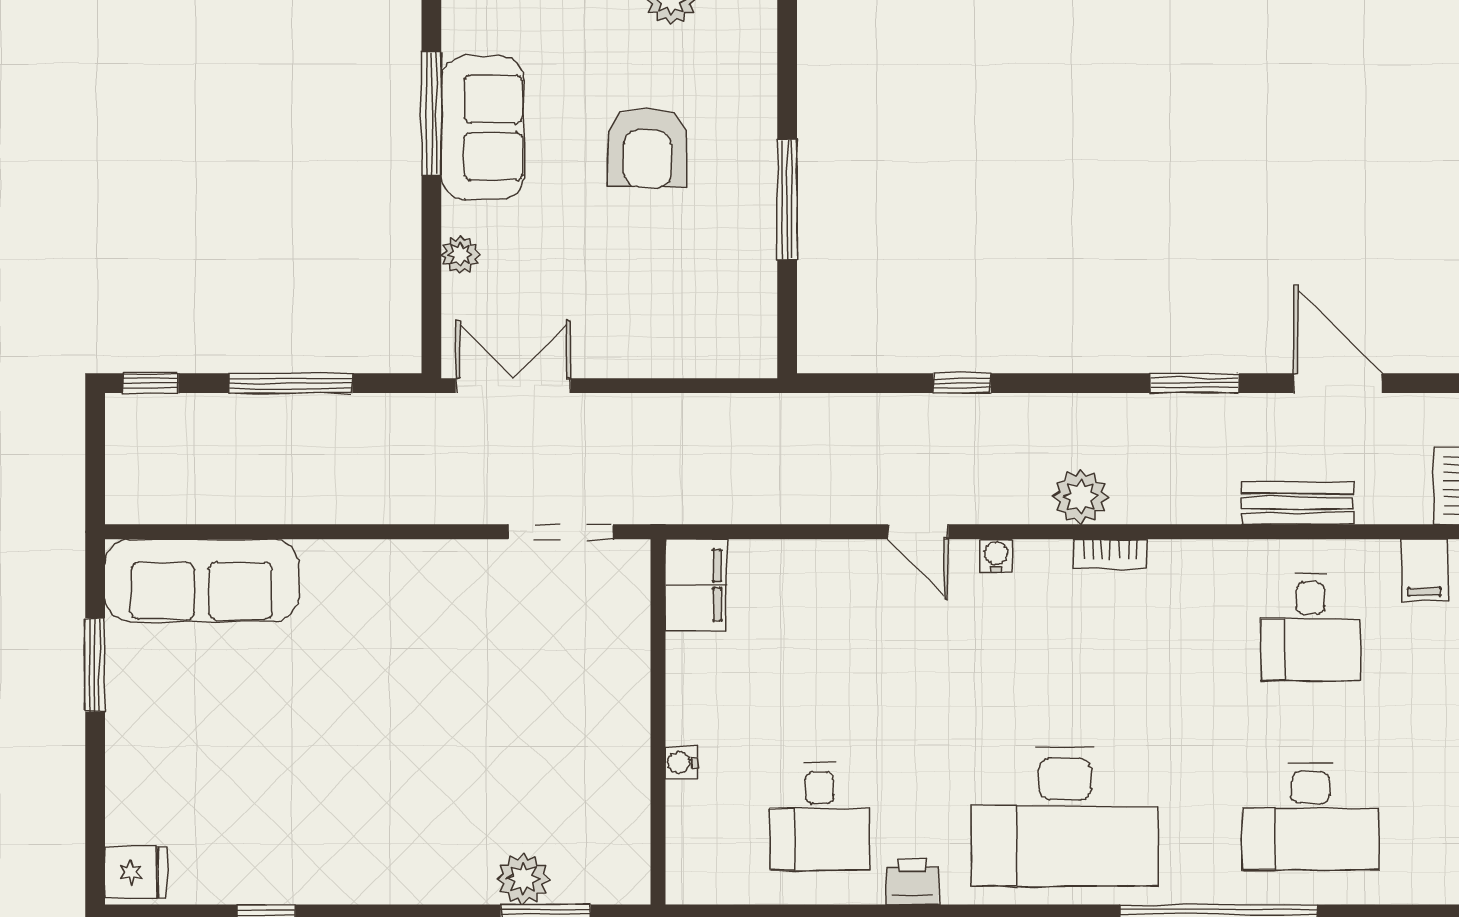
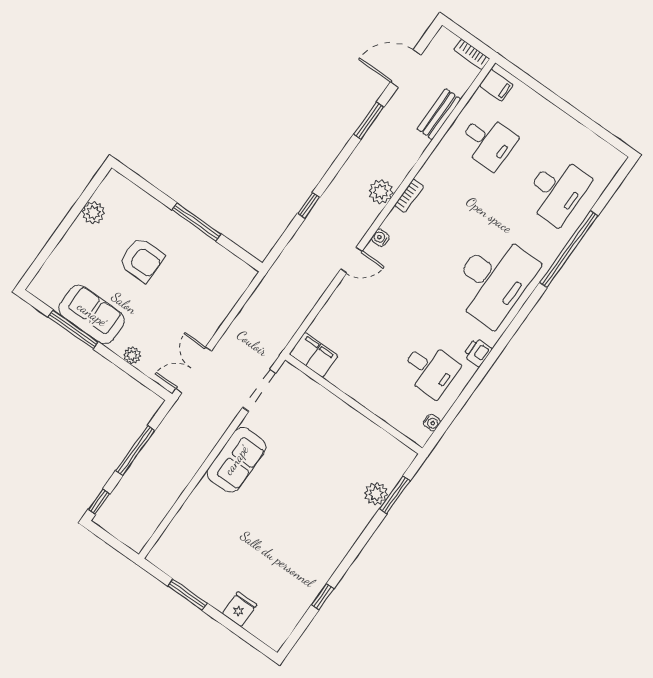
sofa: (202, 580) -> (236, 460), moved, width x0.73
water cooler: (681, 762) -> (432, 423), moved, turned -90
fridge: (136, 872) -> (240, 609), moved

